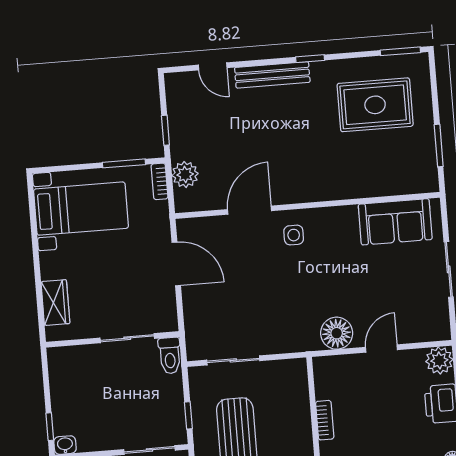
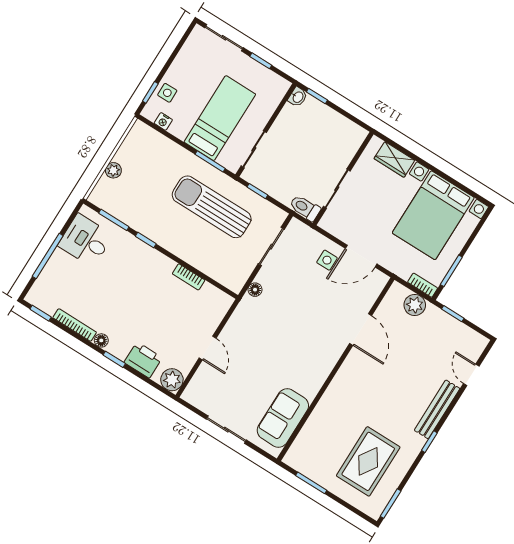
door: (213, 66) -> (471, 375), hinge flipped
bed with nightstands: (81, 209) -> (433, 215), width x1.36
side table: (294, 235) -> (327, 260), moved
floor lamp: (337, 333) -> (255, 290), moved, width x0.53, depth x0.53

